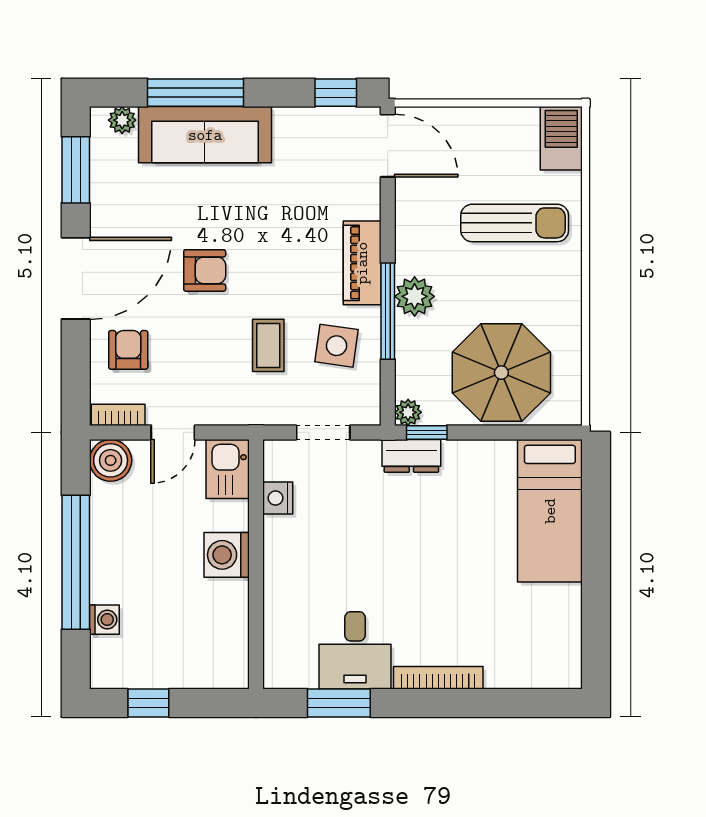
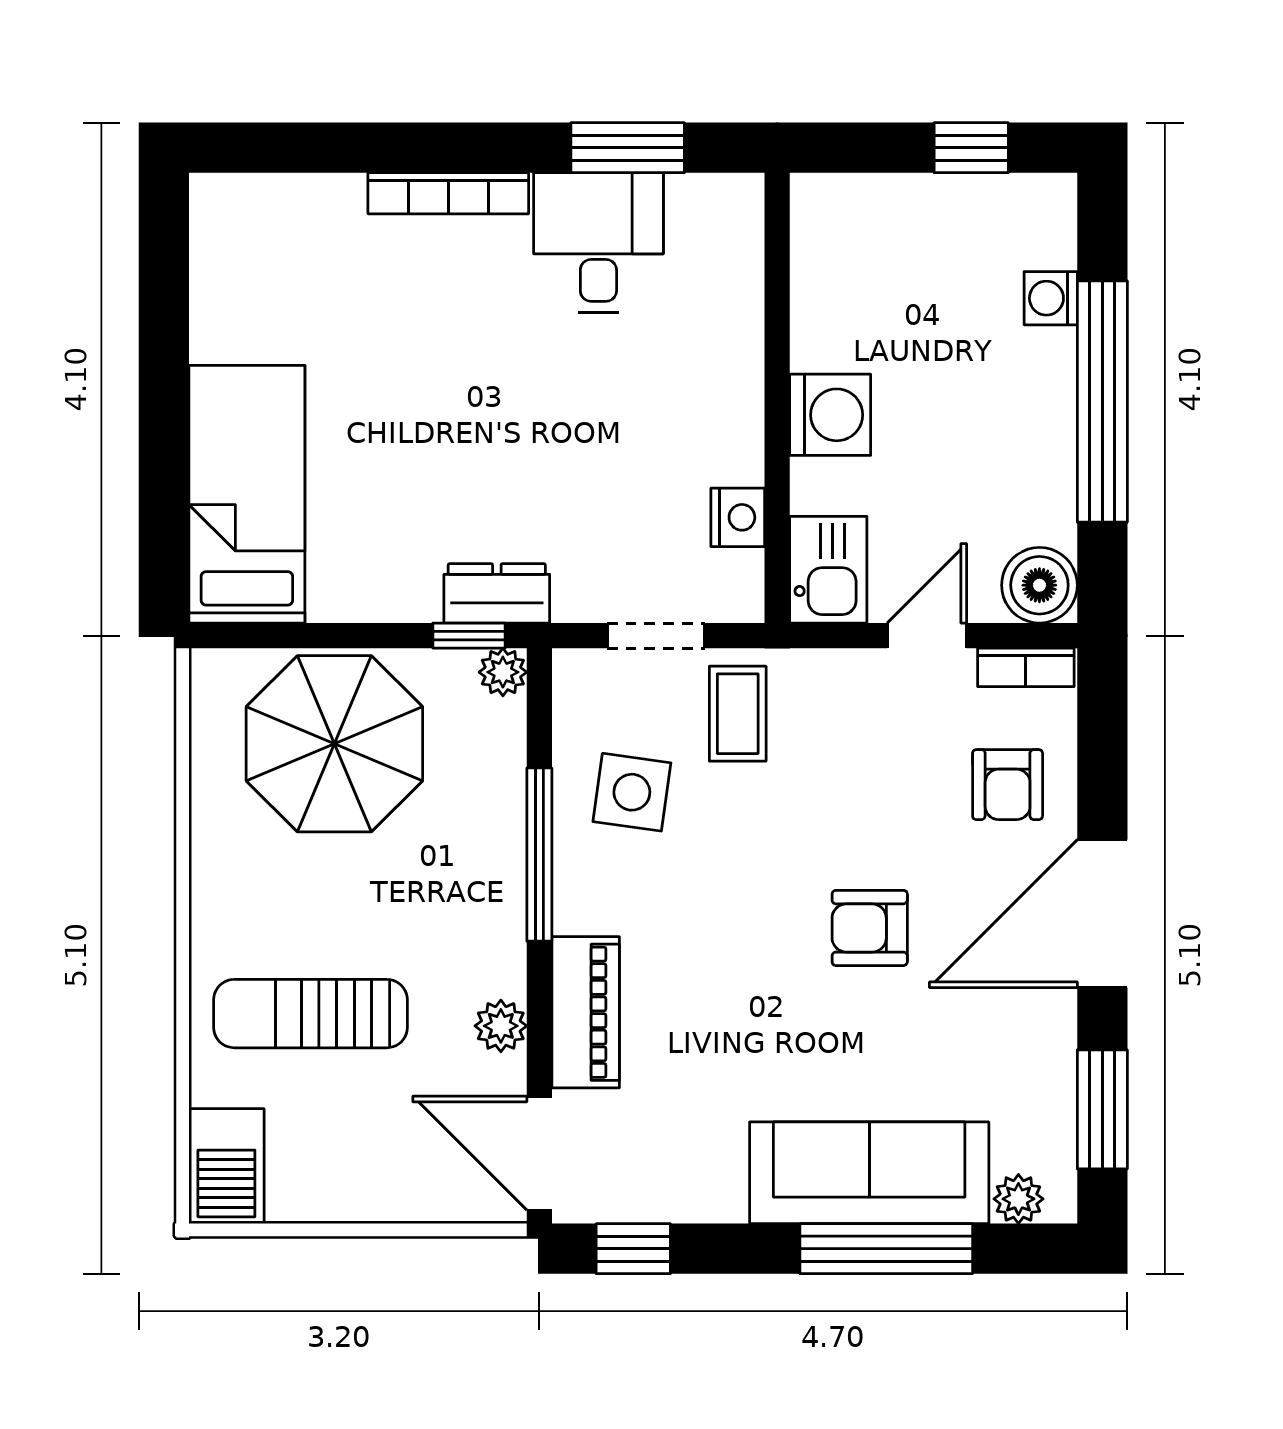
piano: (362, 263) -> (586, 1012), moved
plant: (415, 296) -> (501, 1026), moved, width x0.73, depth x0.73
coffee table: (268, 345) -> (738, 714), moved

